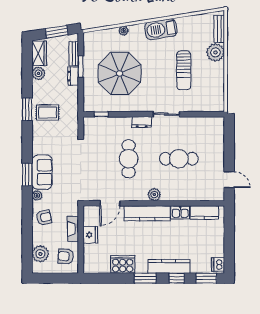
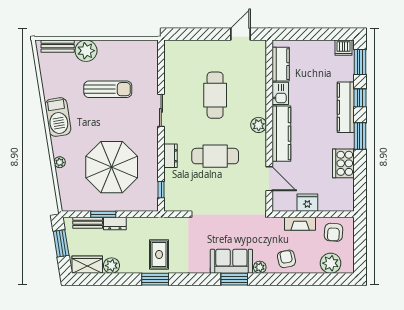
dresser: (142, 122) -> (171, 156), moved

